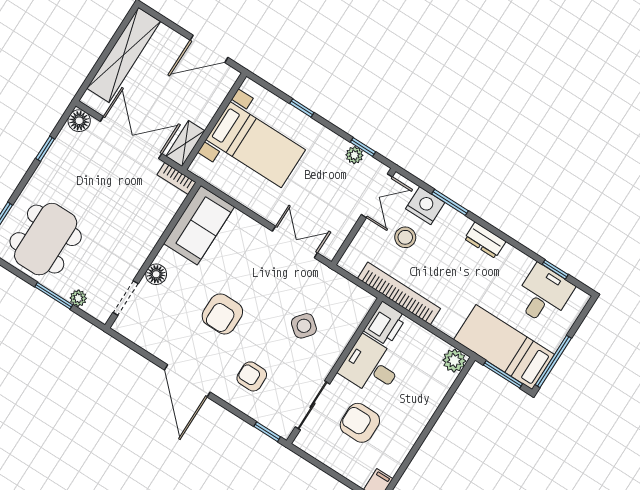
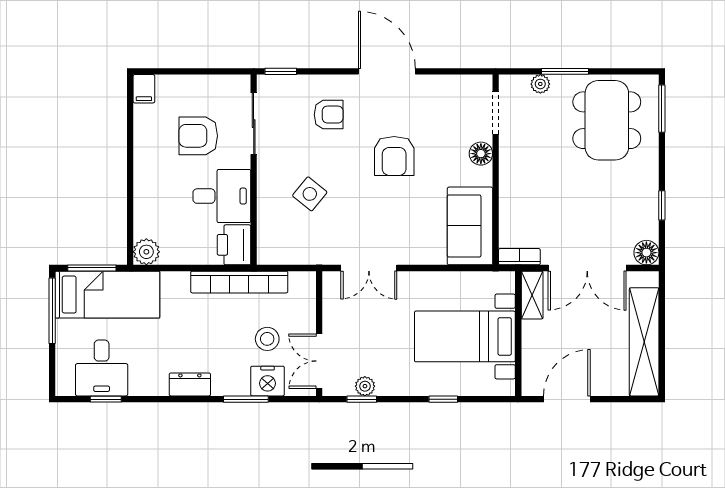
armchair: (222, 314) -> (394, 156), turned 180
armchair: (360, 423) -> (198, 136), turned 180

